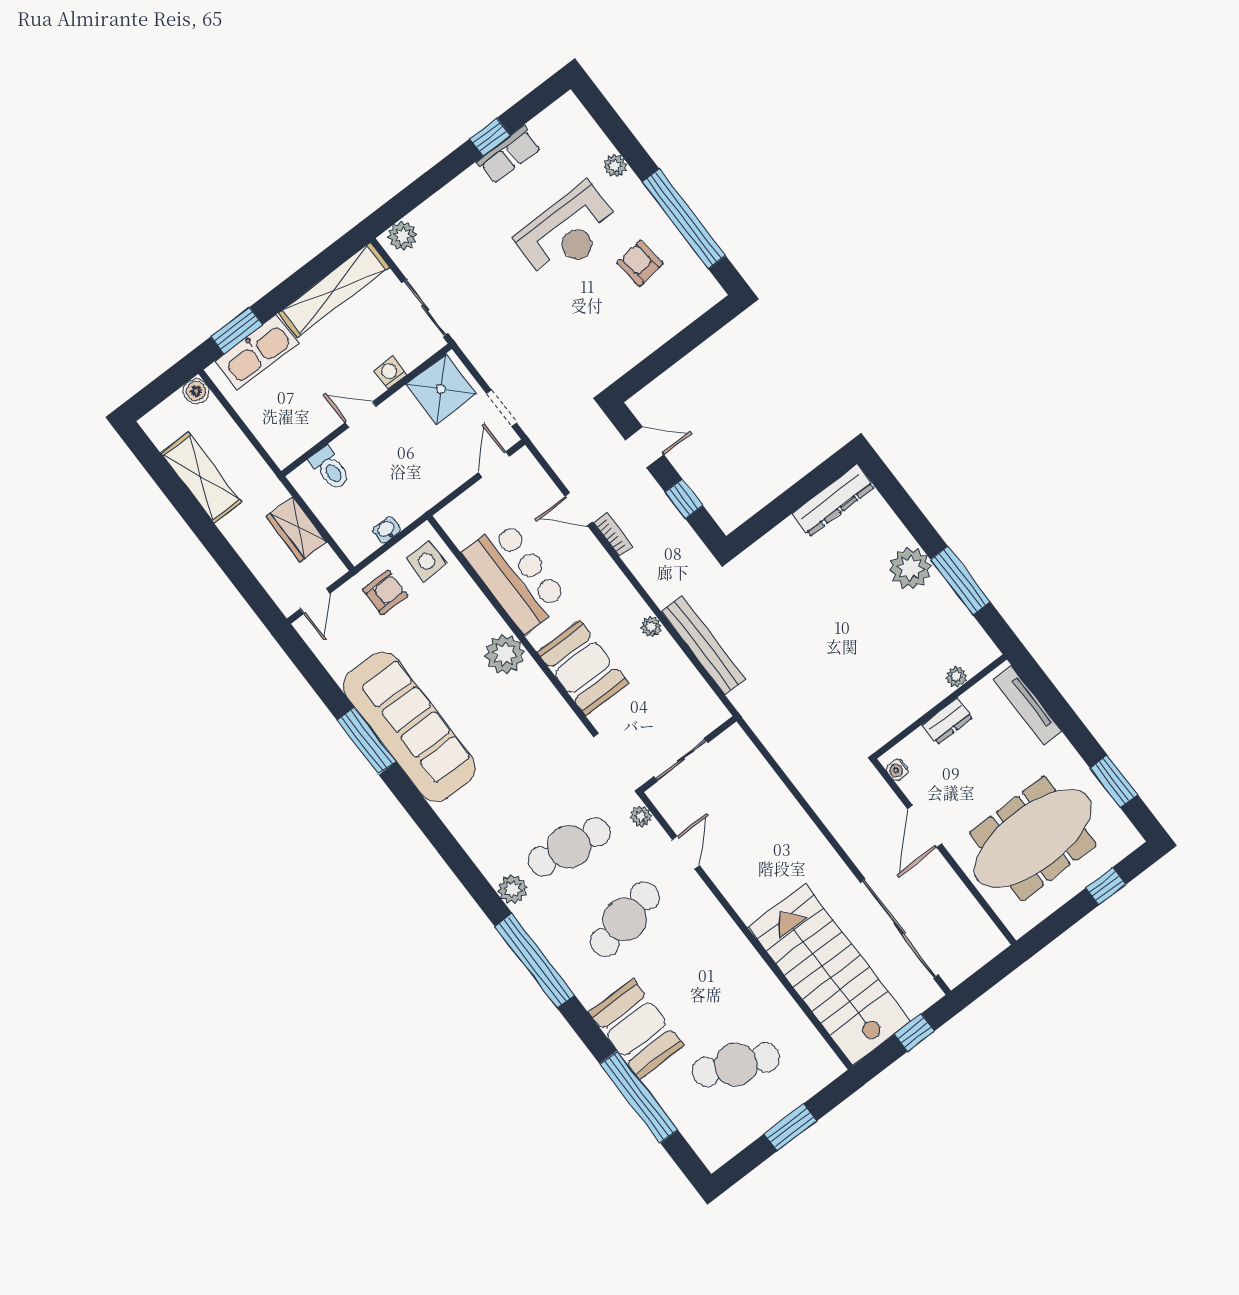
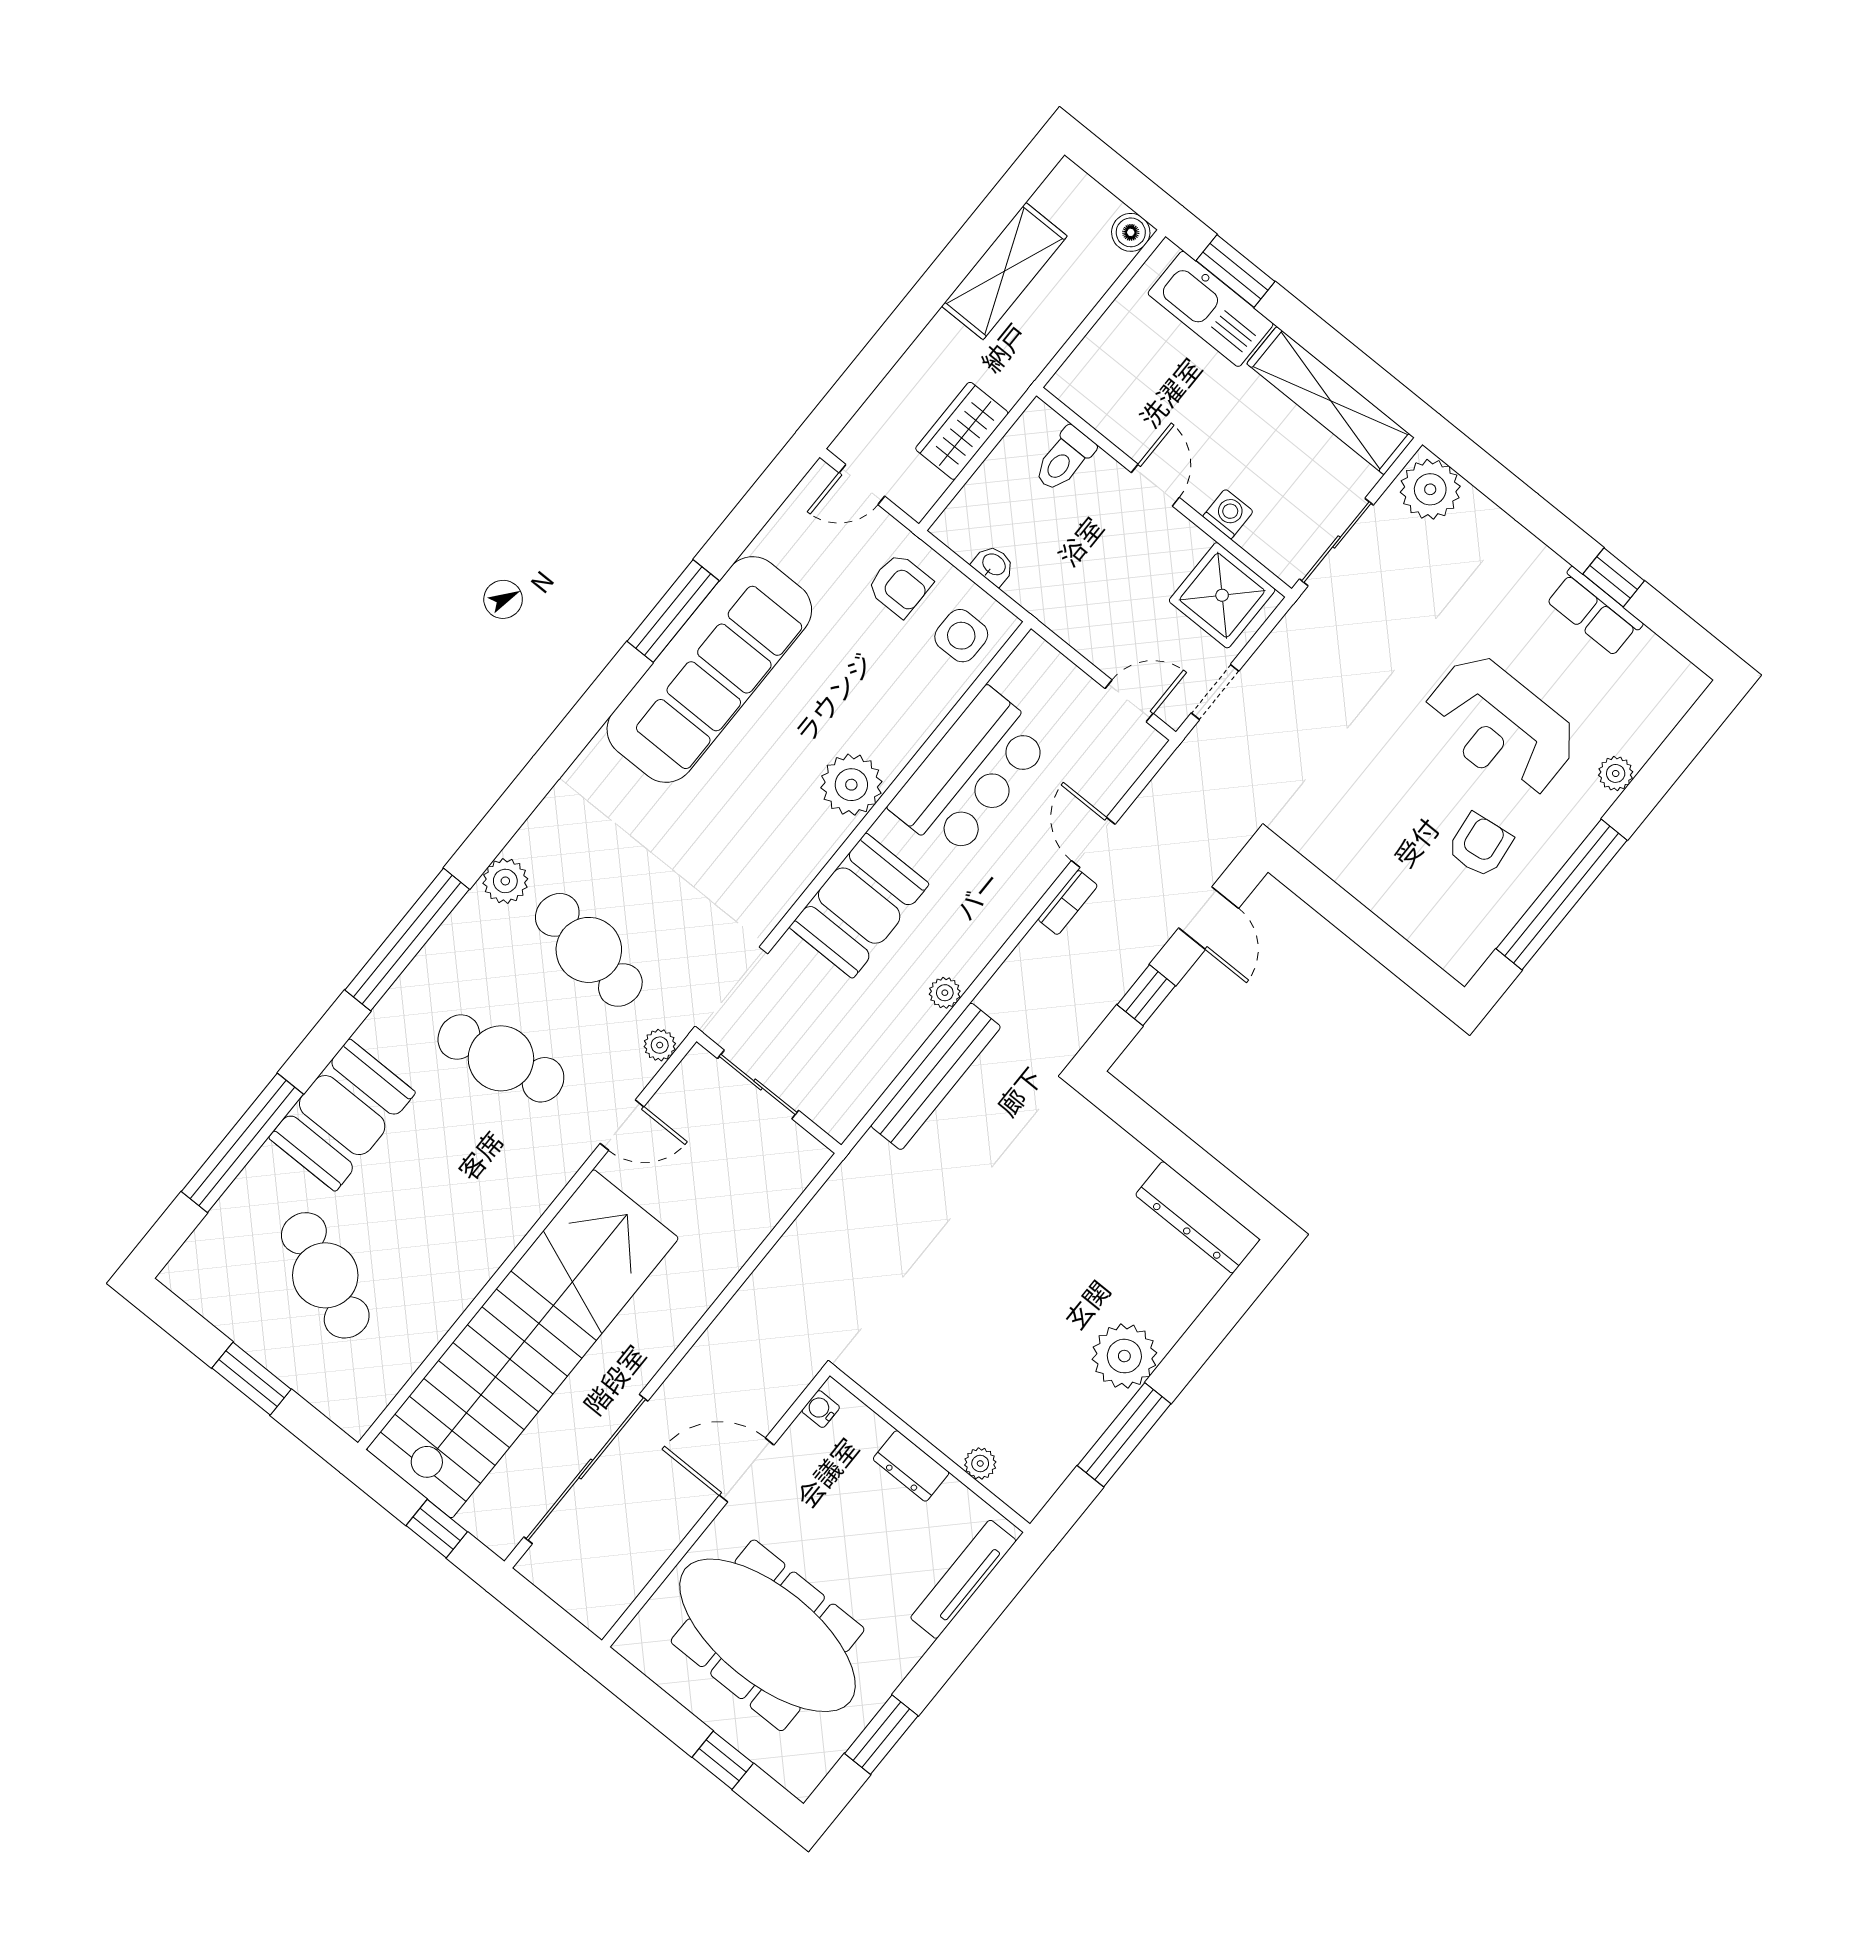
plant: (402, 236) -> (1430, 489), width x1.36, depth x1.36
stairs: (829, 975) -> (522, 1344), width x1.36

